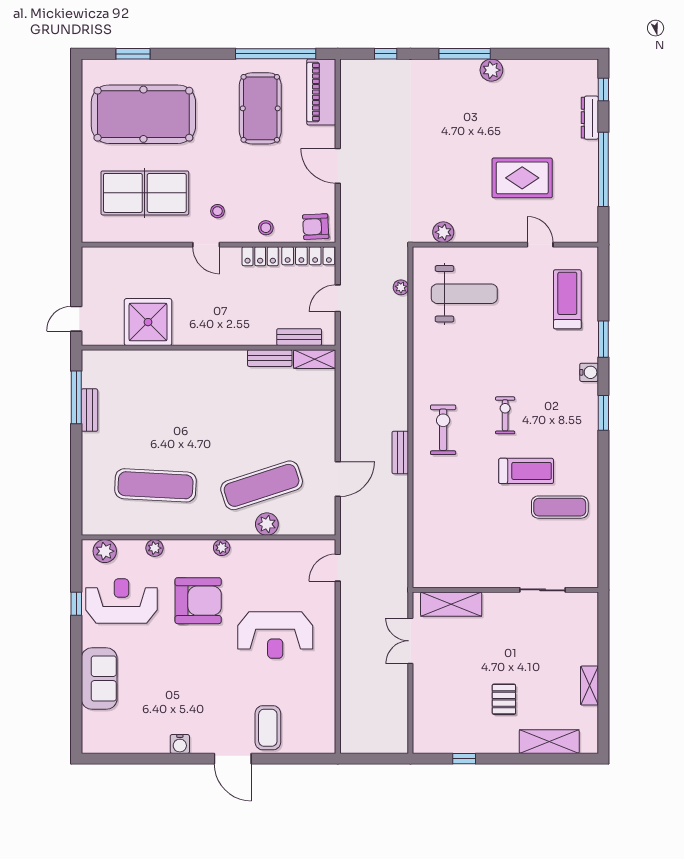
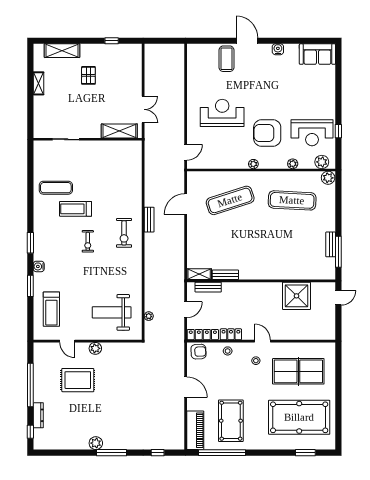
plant: (443, 232) -> (95, 348), moved
plant: (267, 524) -> (328, 178), moved
sofa: (99, 679) -> (317, 54), moved, turned -90

